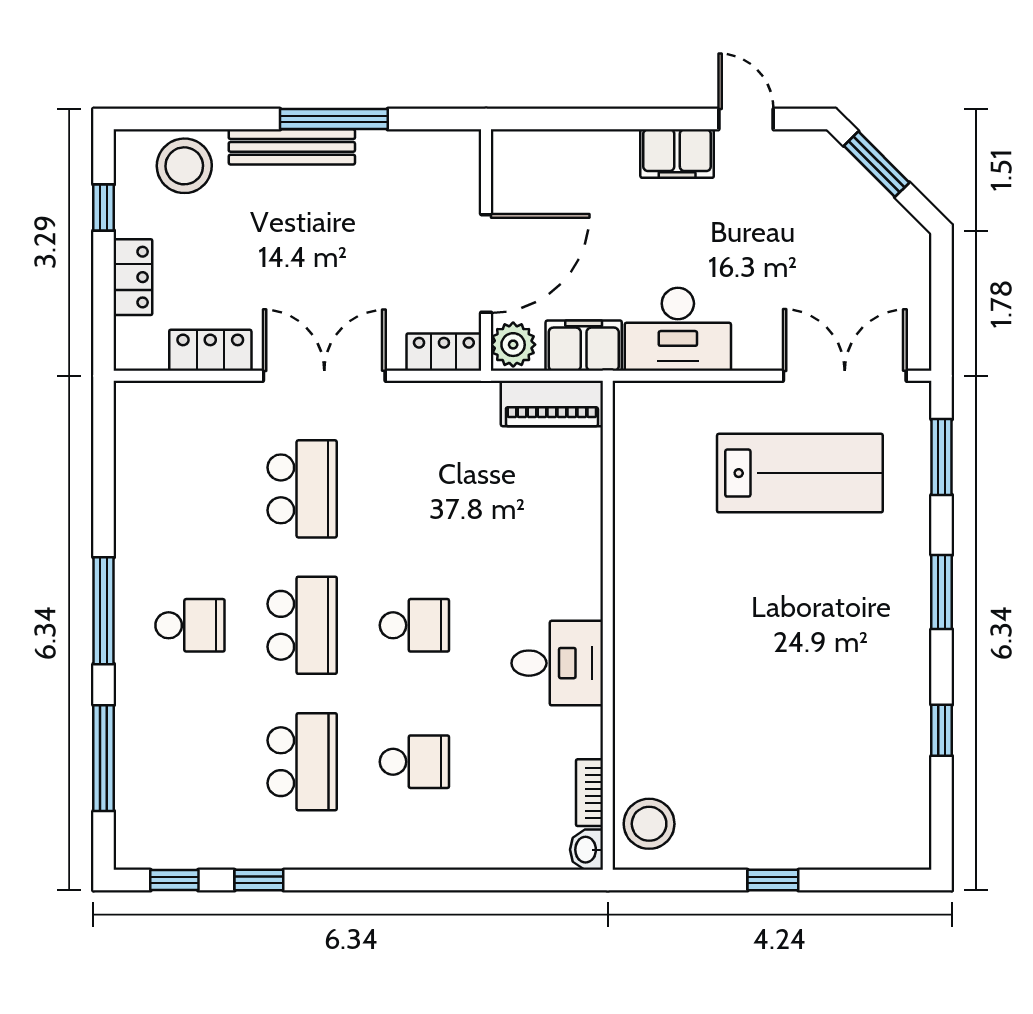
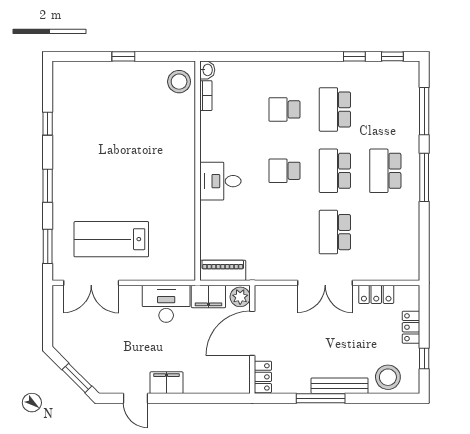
locker: (444, 352) -> (263, 377), moved, turned -90
school desk: (190, 625) -> (385, 171), width x1.85
desk: (557, 663) -> (220, 181), moved

